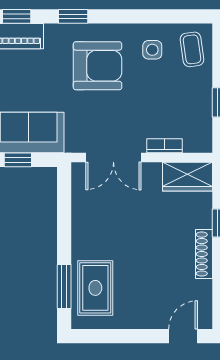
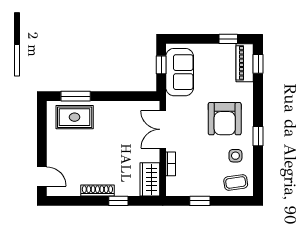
window: (73, 16) -> (258, 136), moved

